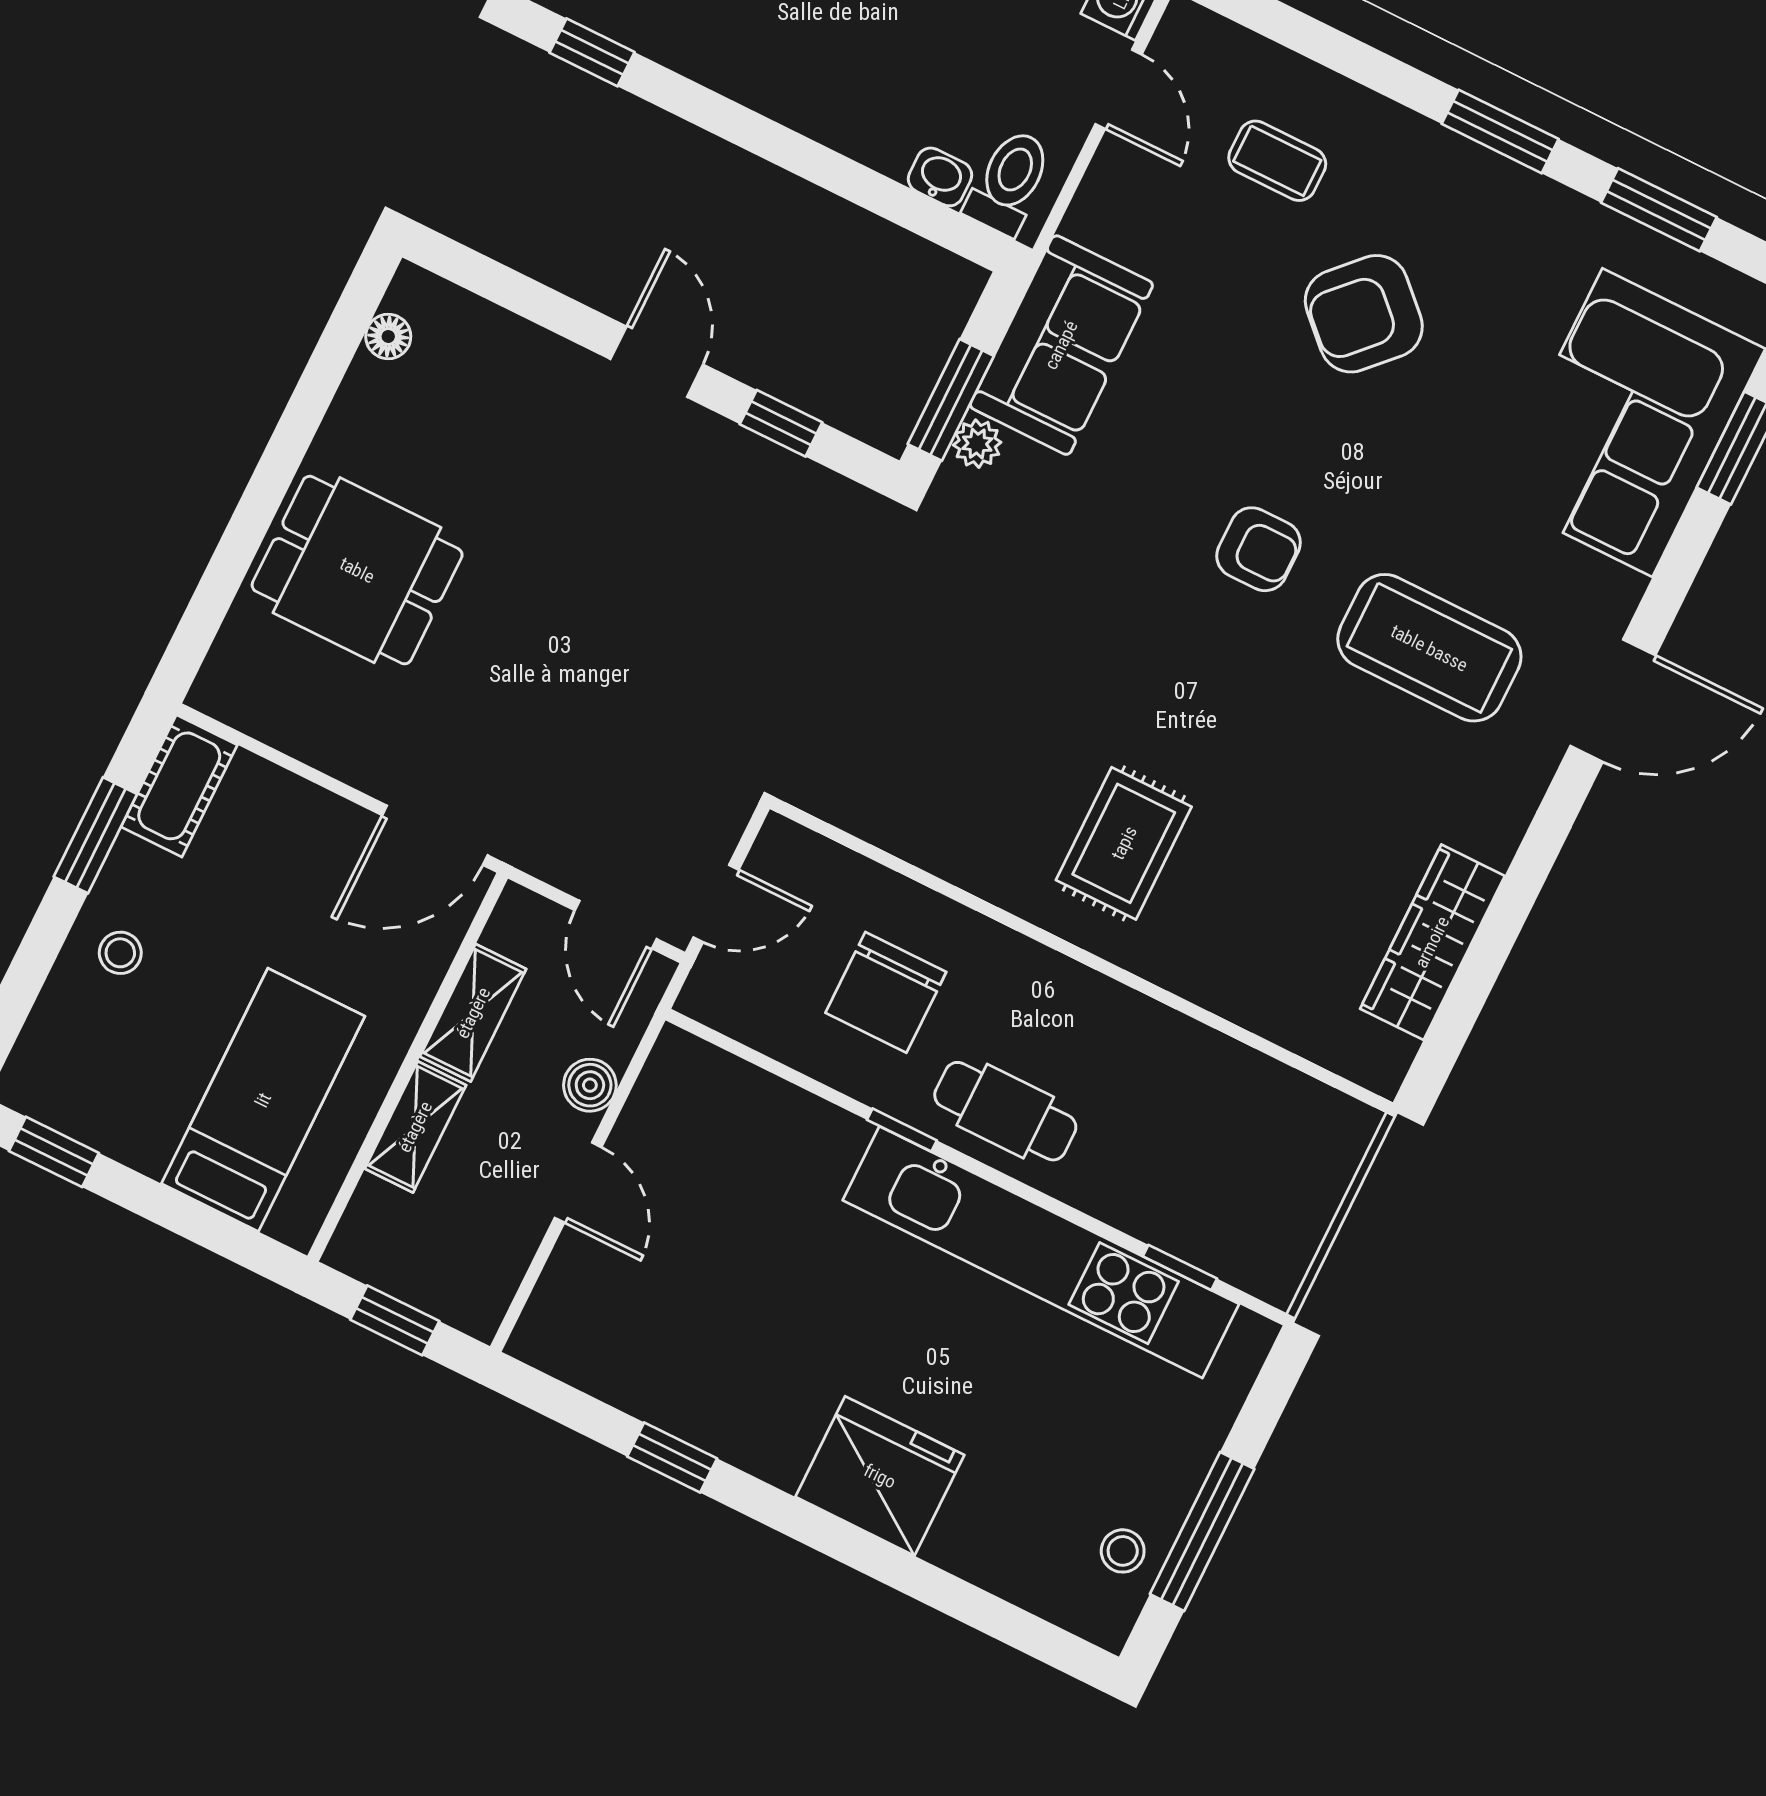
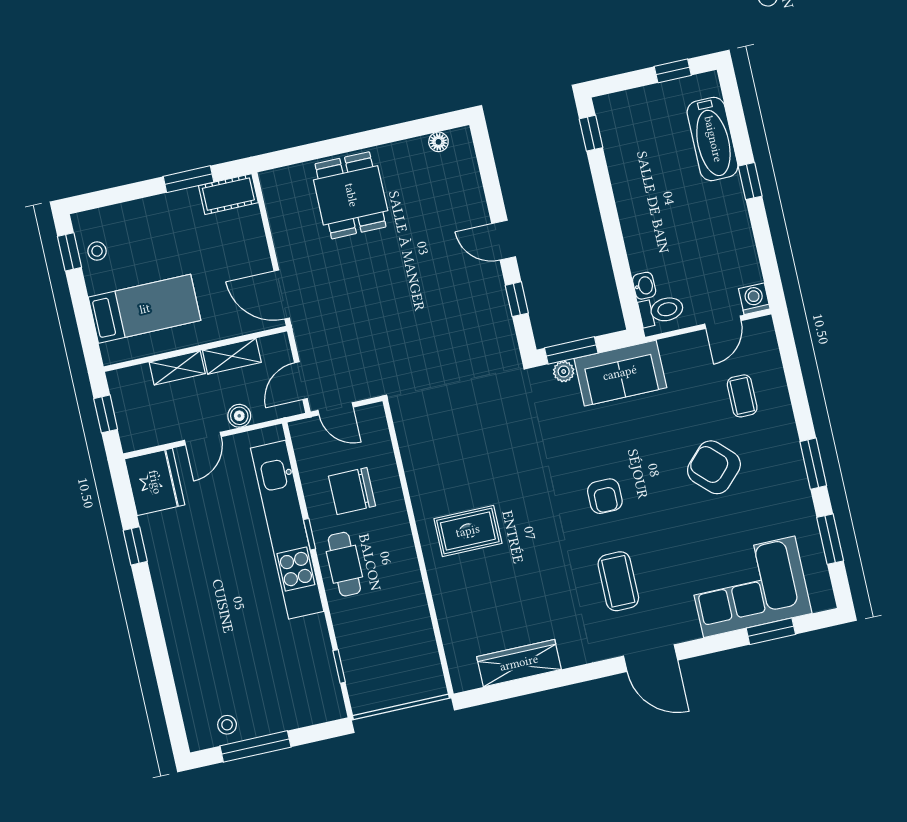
door: (657, 362) -> (504, 240), swing flipped
coffee table: (1429, 648) -> (618, 581), width x0.73, depth x0.76
stool: (120, 953) -> (97, 251), moved
kitchen unit: (1041, 1252) -> (287, 530), moved
fridge: (880, 1476) -> (155, 482), moved

